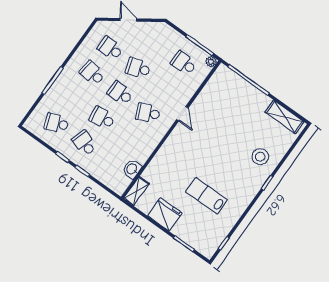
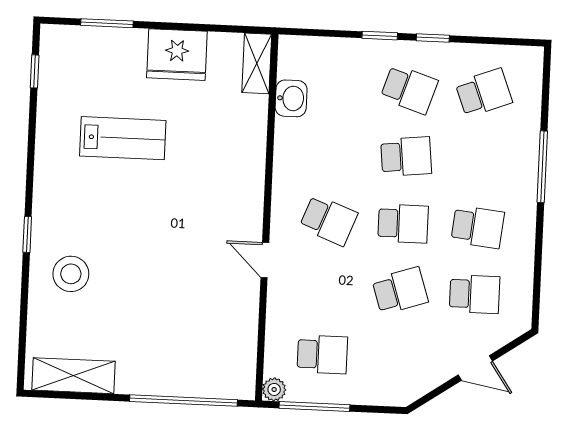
school desk: (148, 113) -> (328, 220), turned 45

